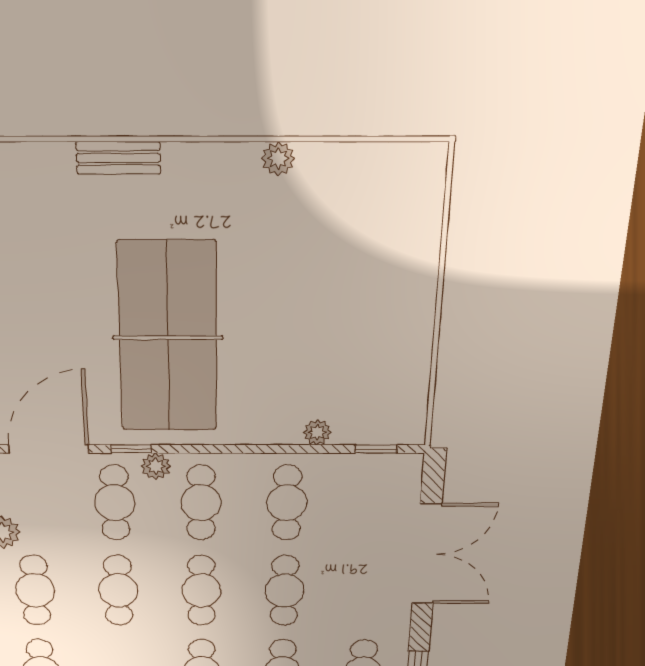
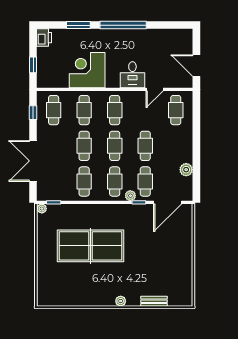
bench: (118, 158) -> (154, 301), moved
plant: (278, 159) -> (121, 301), moved
table tennis table: (168, 338) -> (91, 246), moved, turned 90
plant: (317, 432) -> (42, 209), moved
cafe table: (35, 590) -> (176, 146), removed

